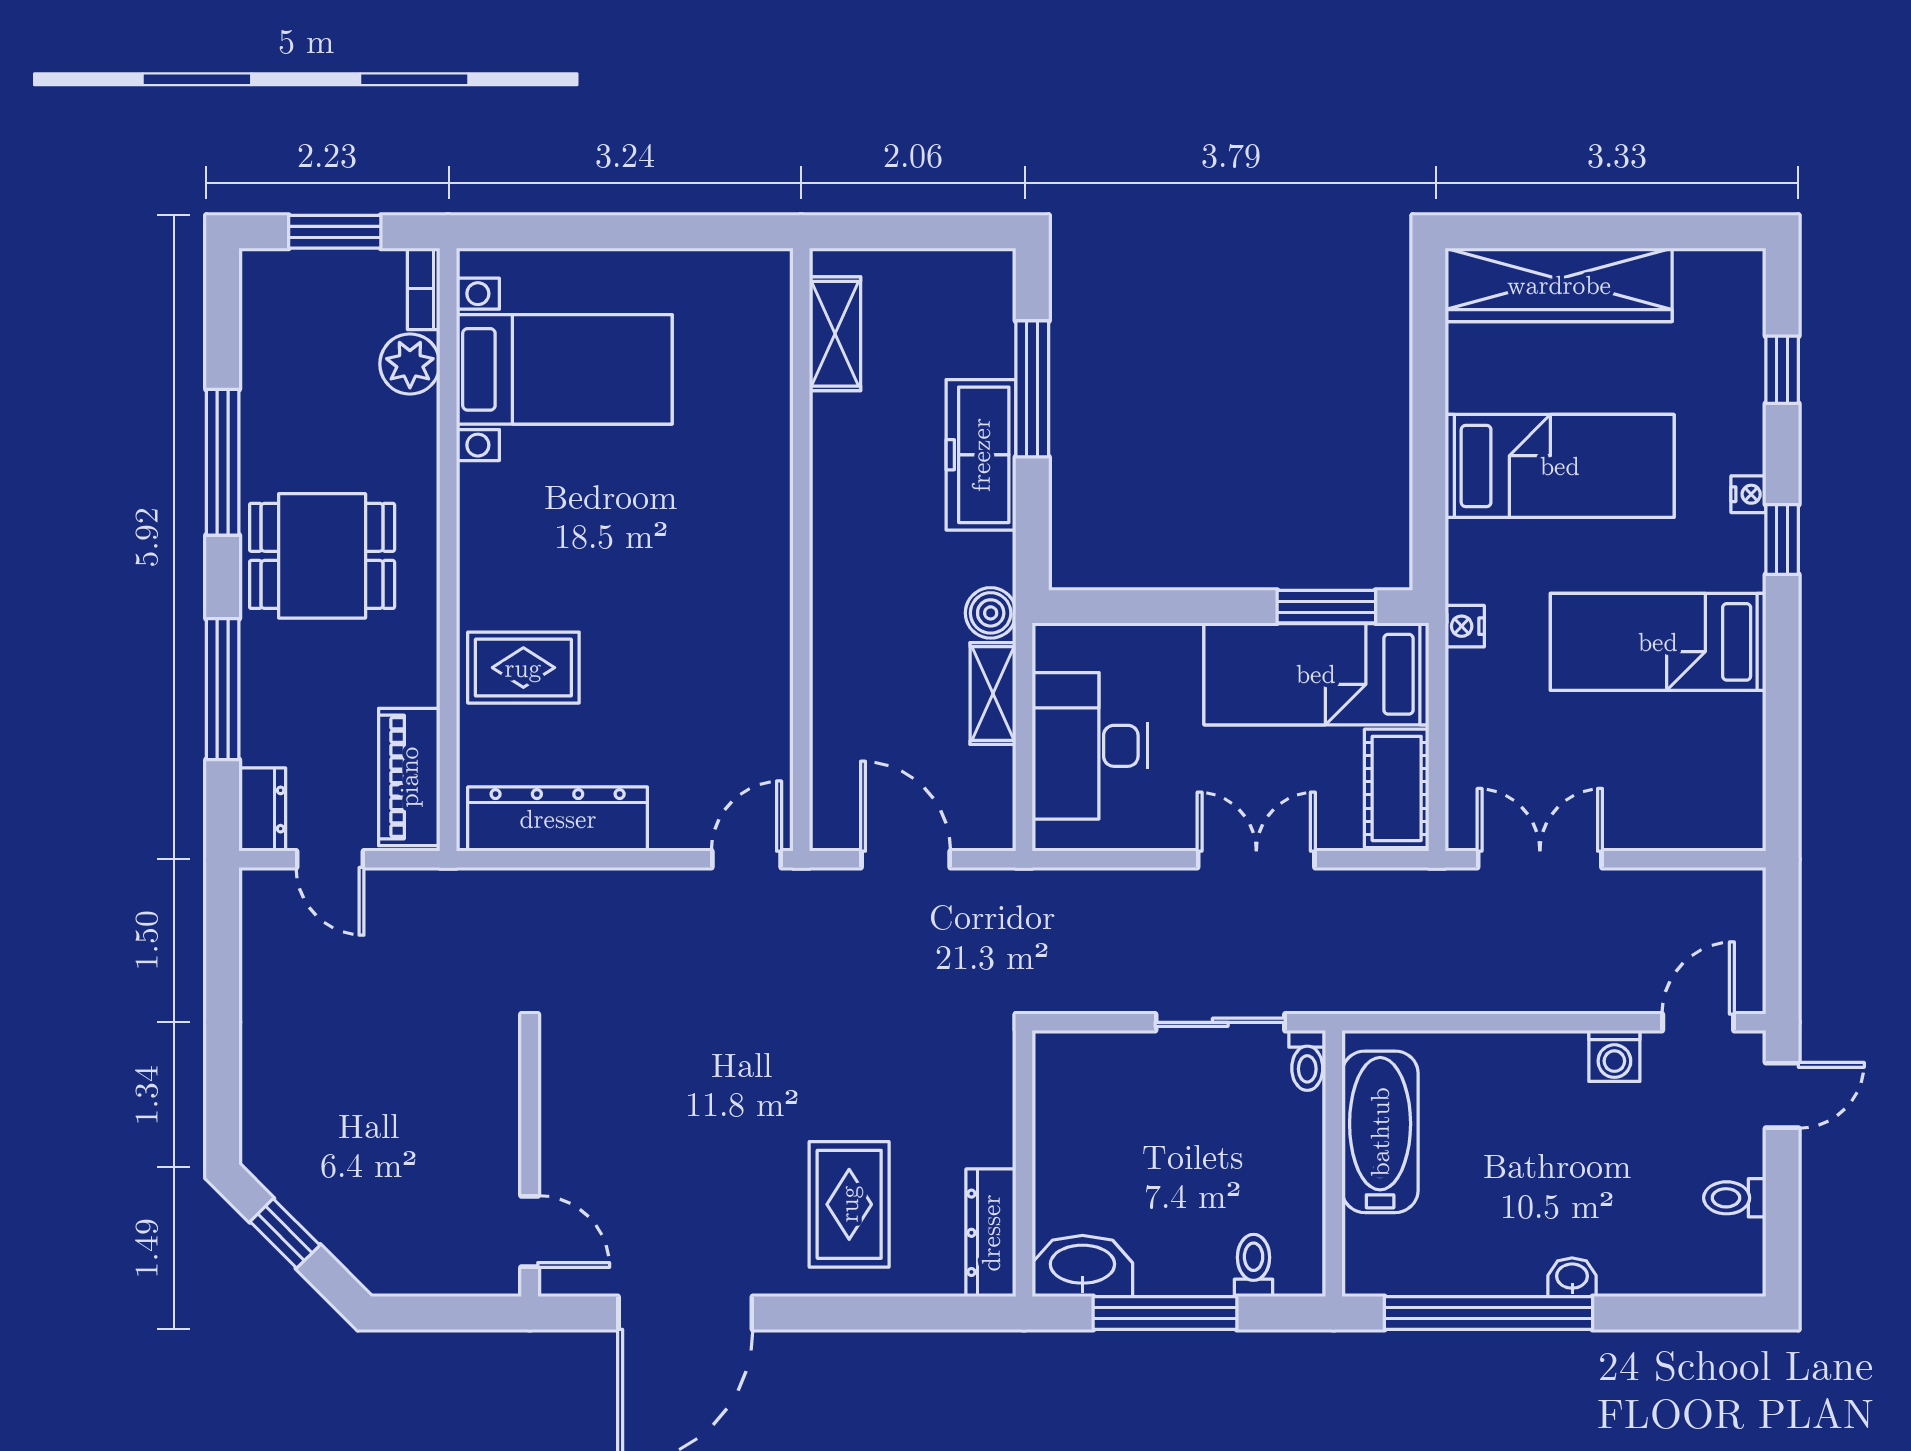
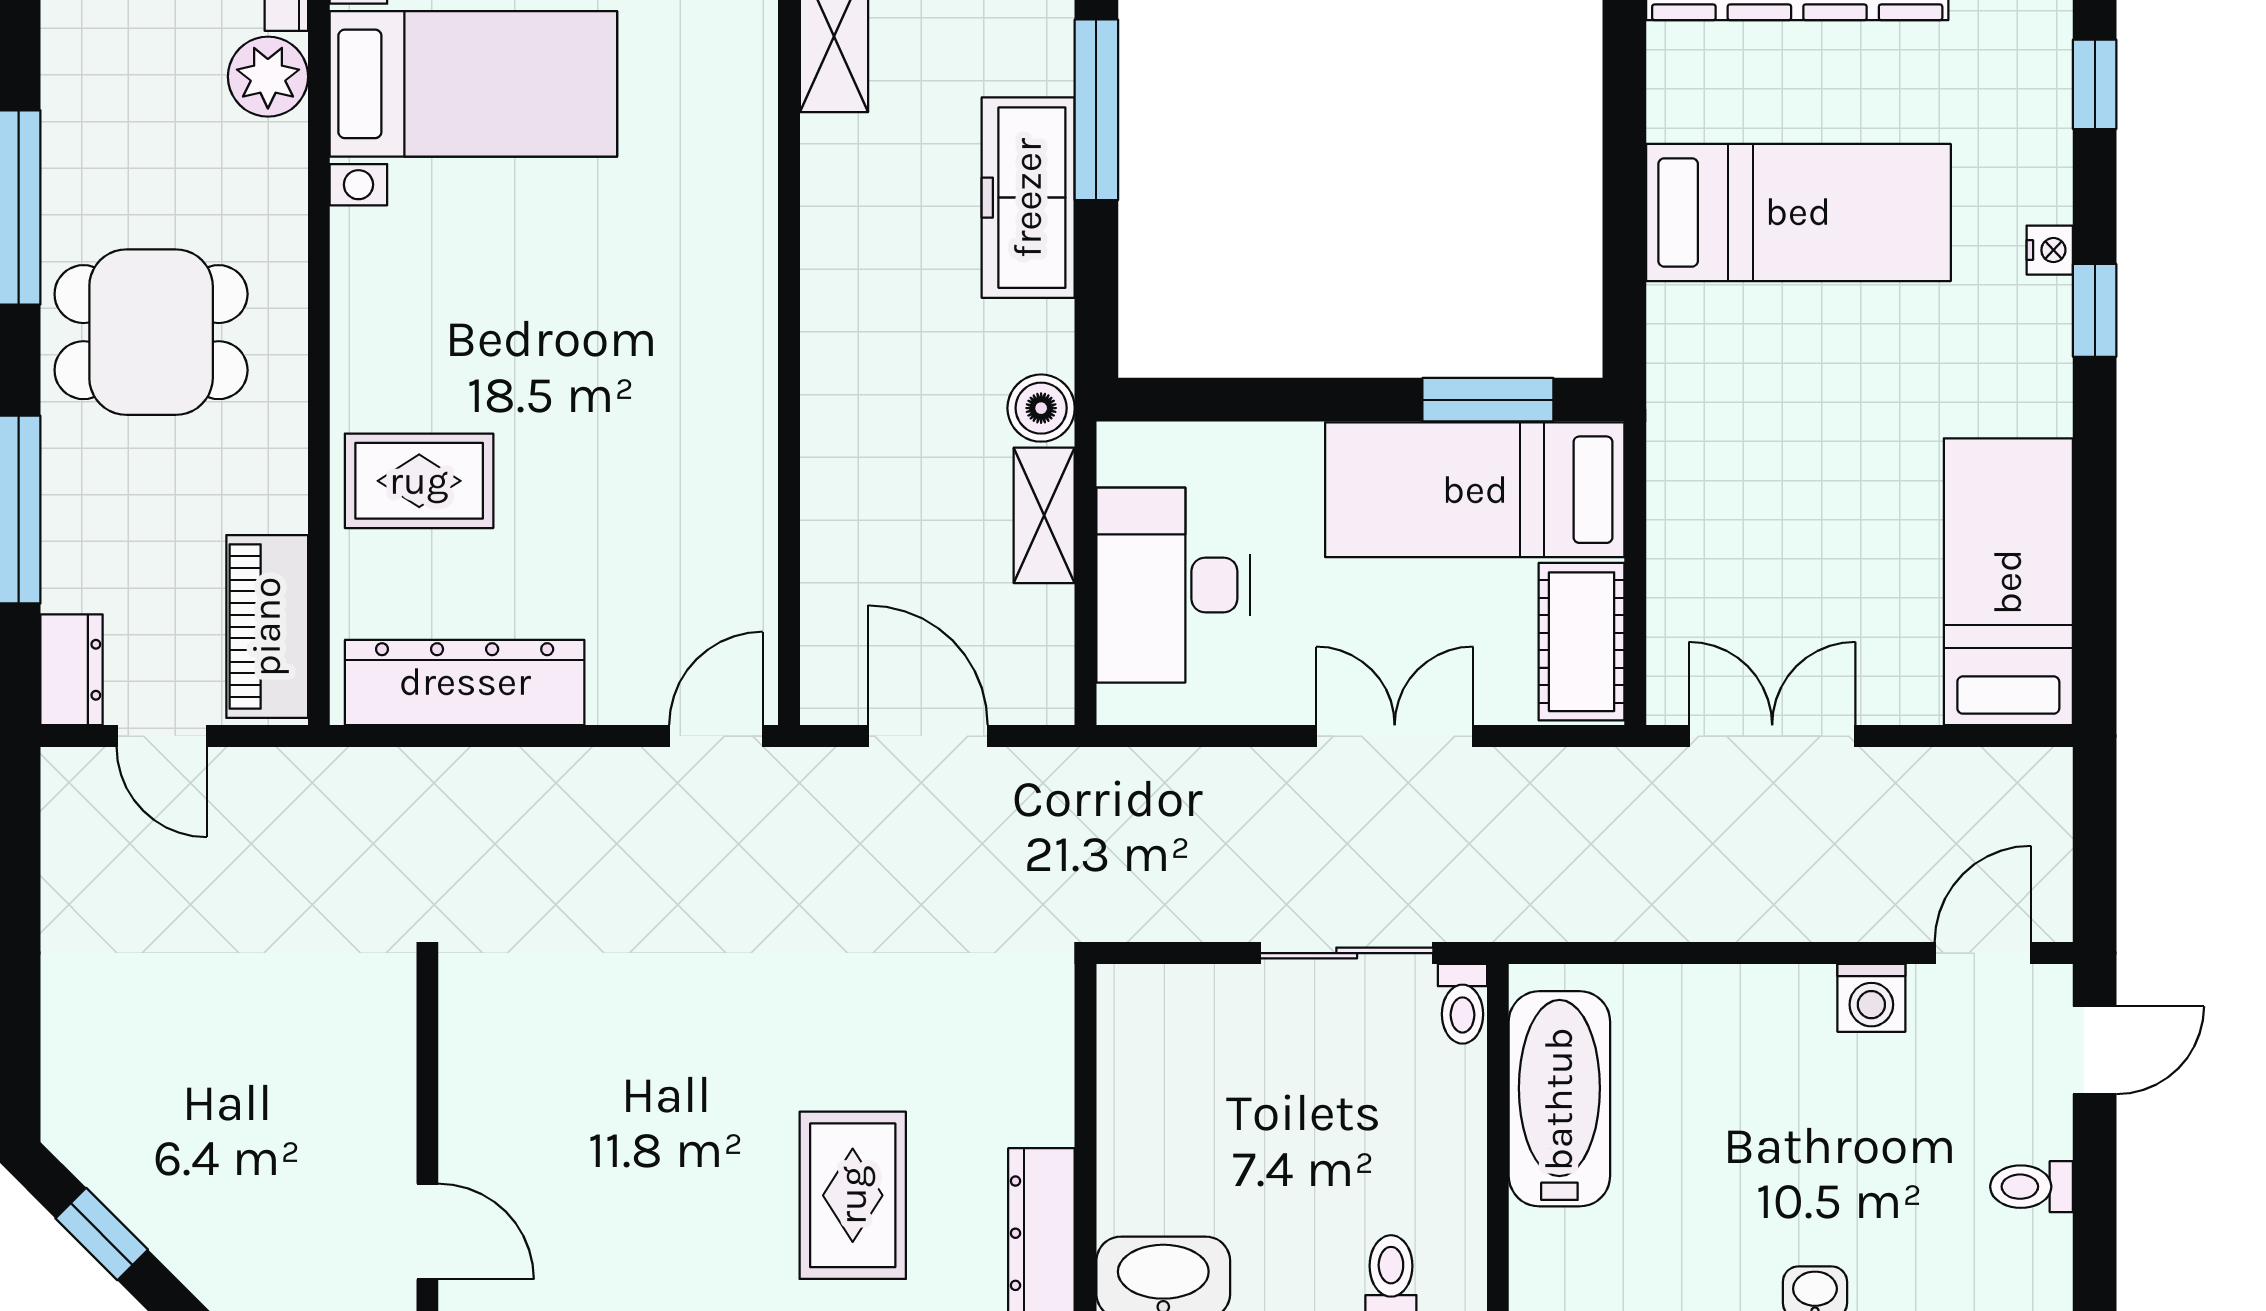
nightstand: (1465, 626) -> (1672, 426), removed
bed: (1658, 642) -> (2008, 582), moved, turned 90

